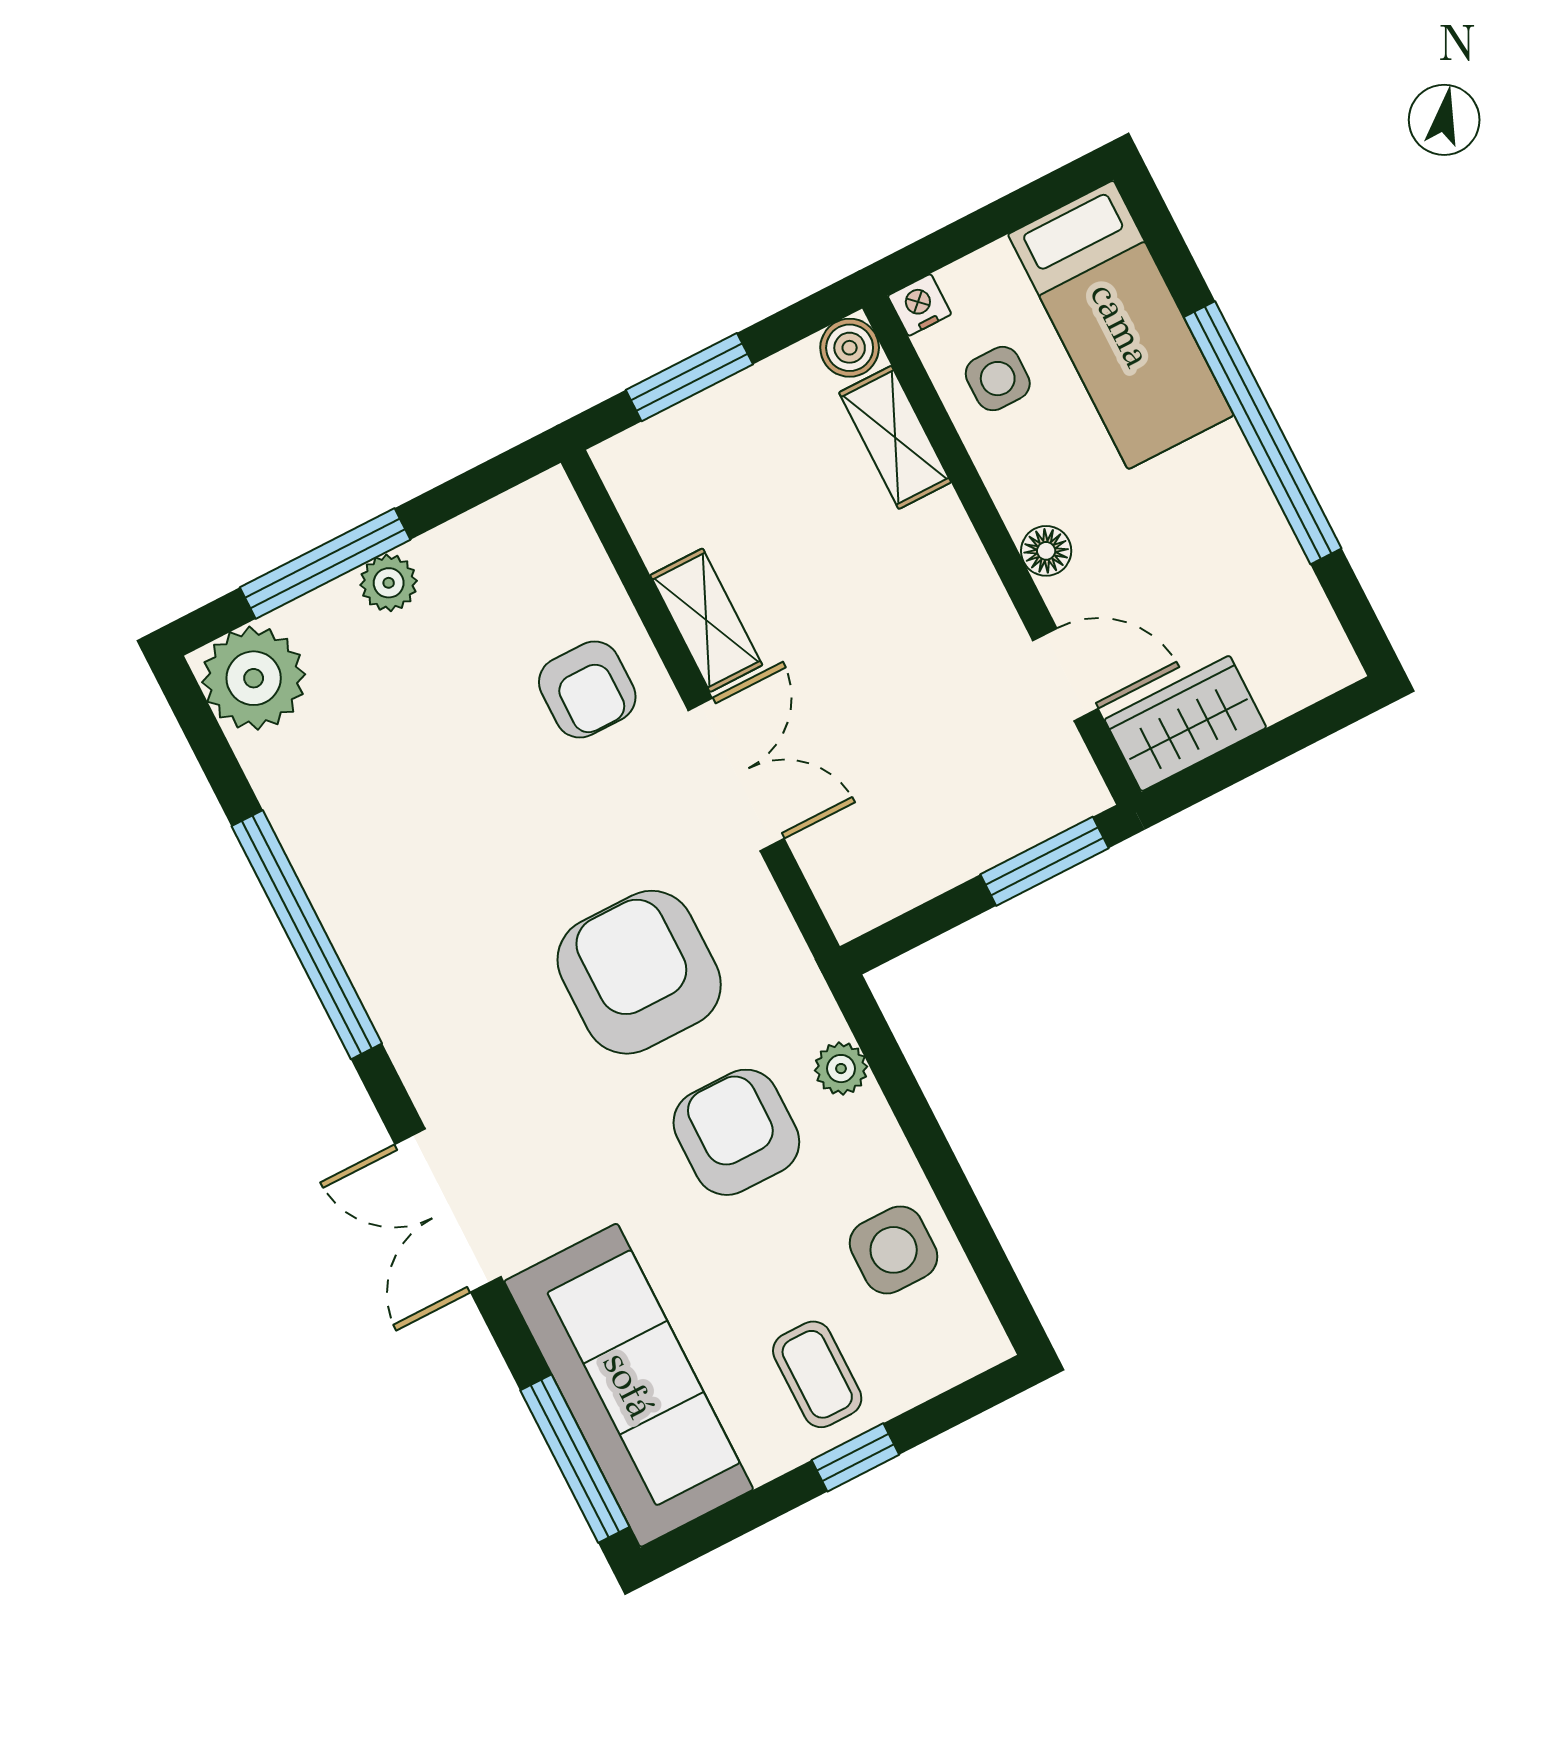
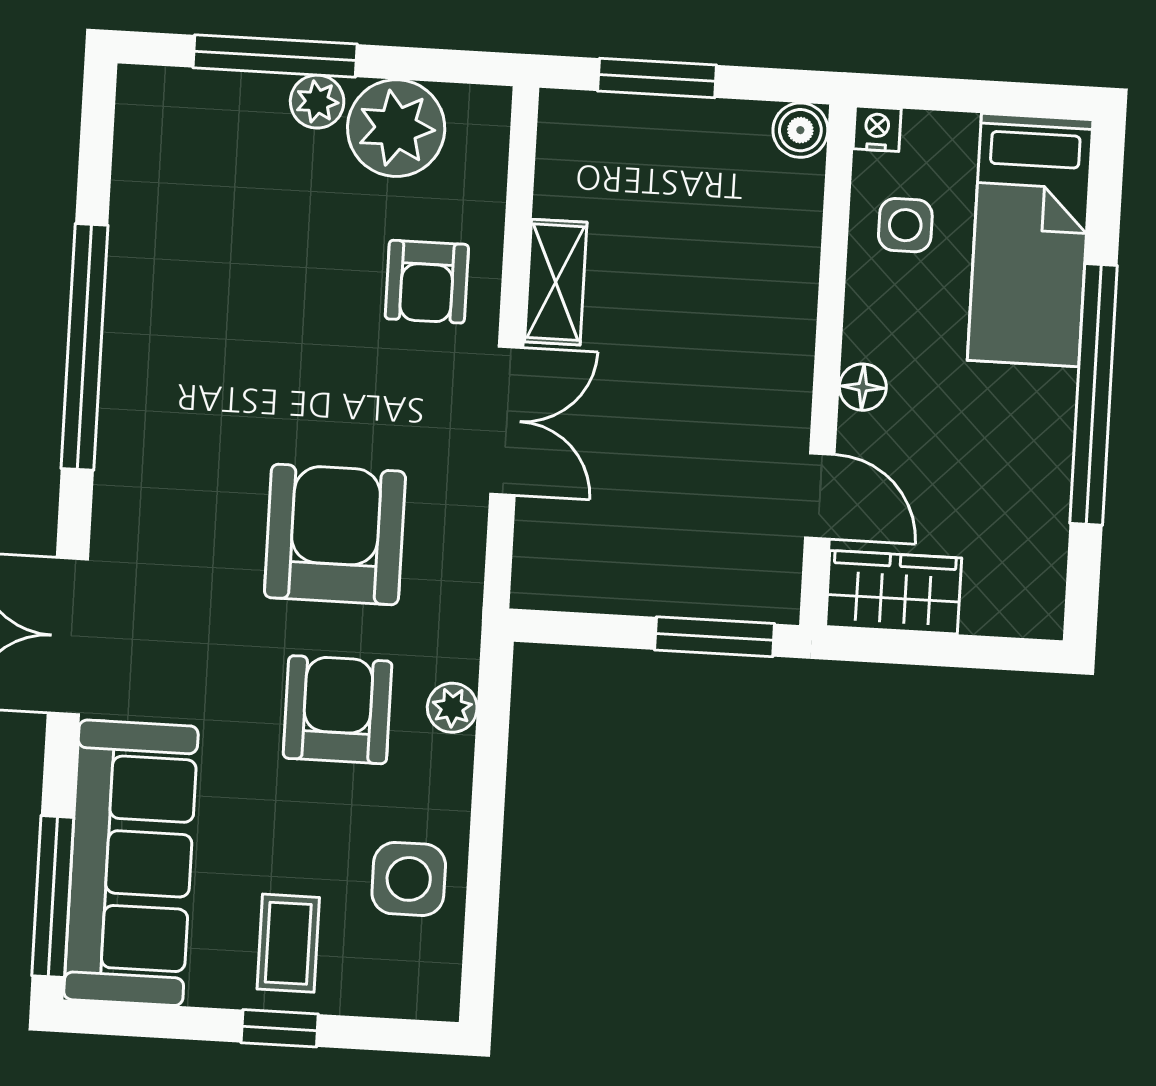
shelving: (895, 437) -> (795, 224), removed
plant: (254, 678) -> (396, 128), moved

